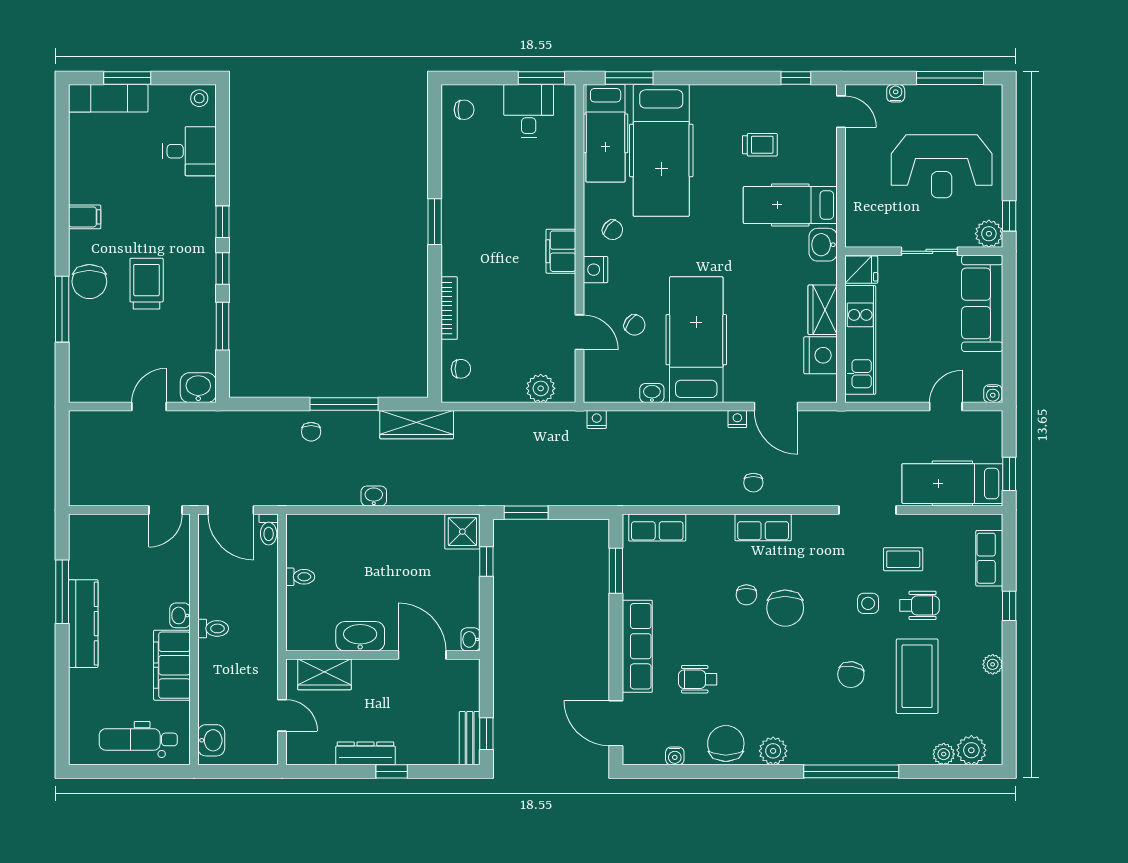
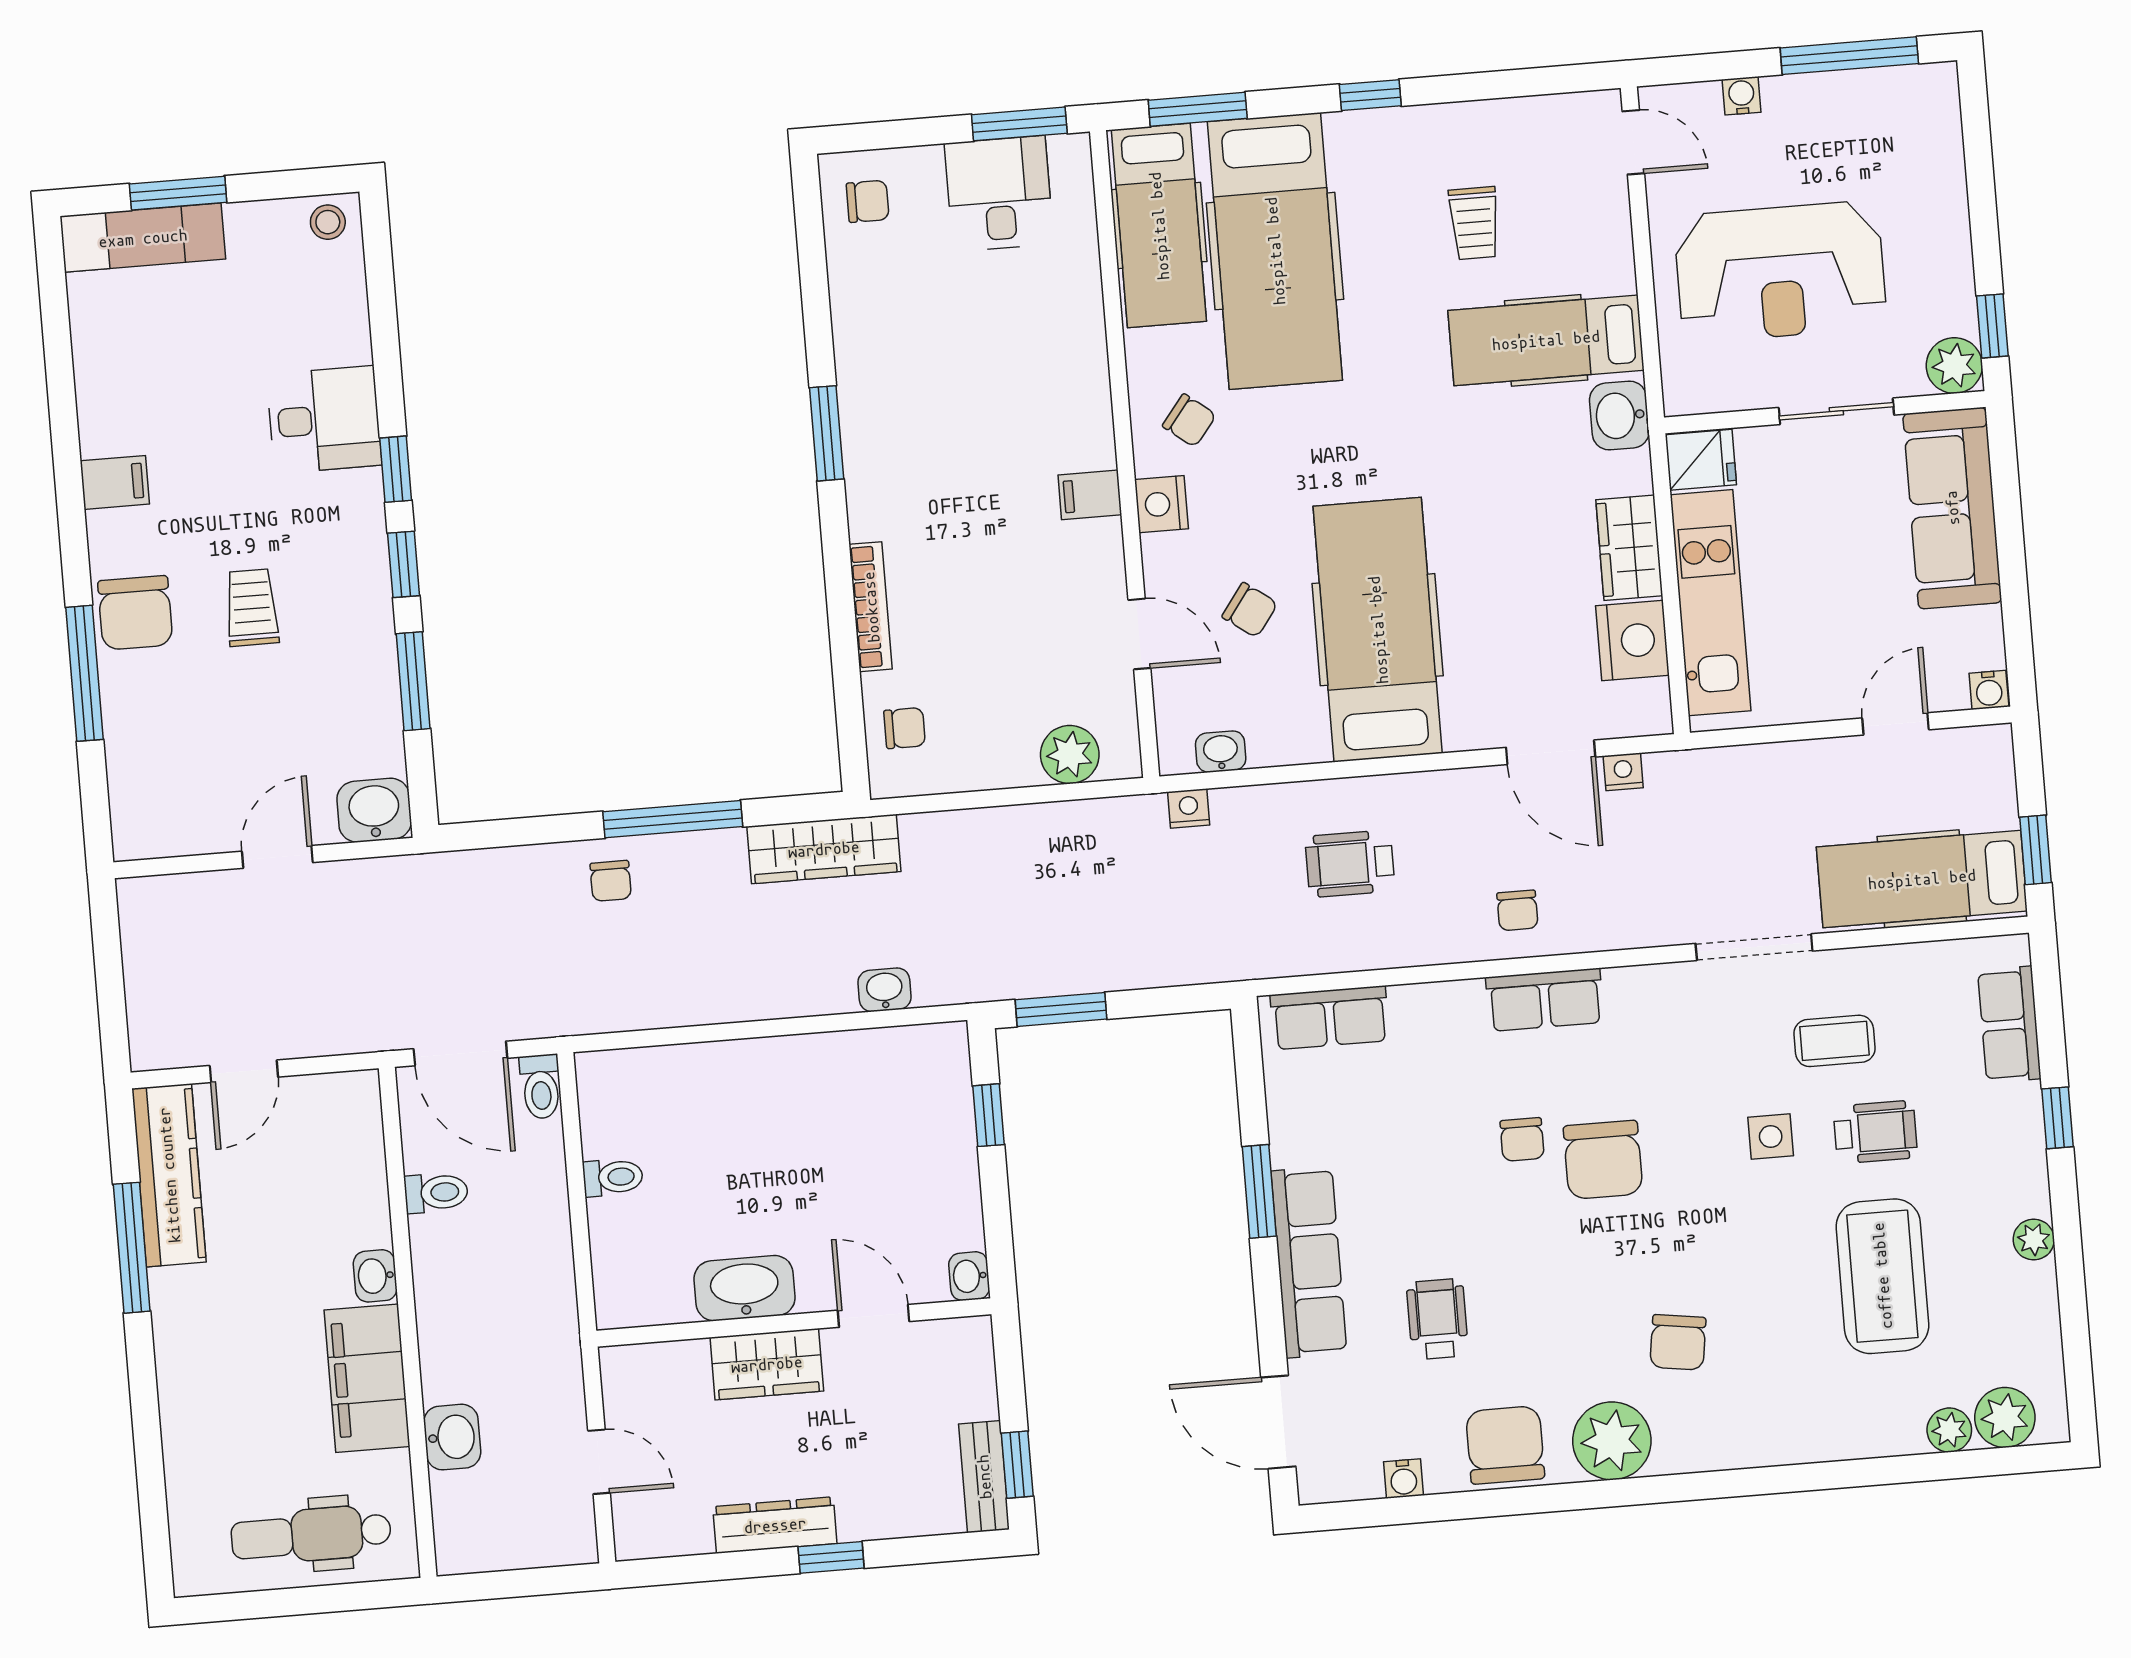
window: (796, 78) -> (1370, 95), moved
trolley: (760, 145) -> (1474, 223), turned 90
desk: (190, 151) -> (324, 420), moved
reception desk: (942, 166) -> (1780, 272), moved
filing cabinet: (561, 251) -> (1090, 495), width x0.50
trolley: (147, 284) -> (252, 608), width x0.73, depth x0.72
washbasin: (652, 393) -> (1221, 752), moved
nightstand: (737, 419) -> (1623, 772), moved
wheelchair: (673, 453) -> (1350, 864), added
washbasin: (374, 496) -> (884, 990), moved
door: (165, 510) -> (244, 1071), moved
shower: (462, 532) -> (935, 1058), removed
window: (616, 571) -> (1259, 1191), moved
kitchen counter: (83, 624) -> (169, 1175), moved
toilet: (213, 628) -> (436, 1193), moved
door: (422, 655) -> (873, 1316), width x0.73
wardrobe: (324, 674) -> (767, 1364), moved
chair: (851, 675) -> (1678, 1342), moved
wheelchair: (698, 679) -> (1437, 1319), turned 90
washbasin: (211, 740) -> (452, 1437), moved
plant: (773, 751) -> (1612, 1441), width x1.36, depth x1.36
window: (851, 771) -> (1764, 1481), removed

